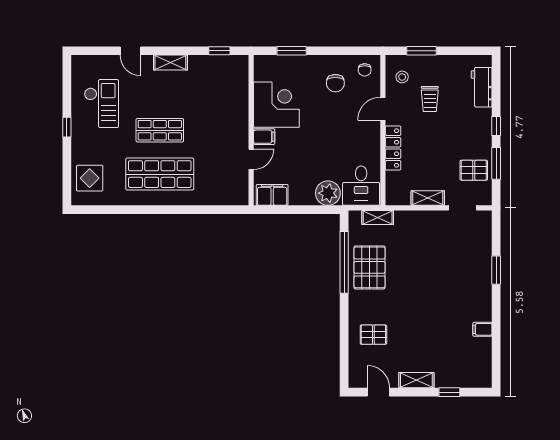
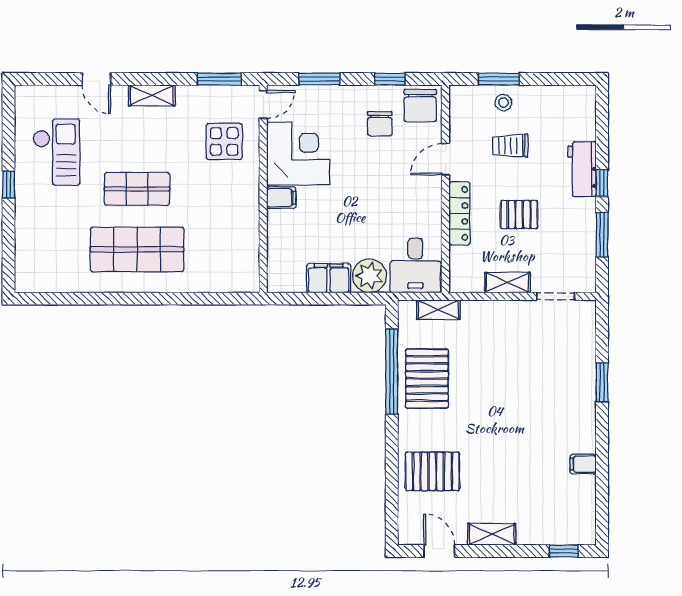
window: (219, 51) -> (219, 79), width x1.50
window: (343, 51) -> (390, 79), added
chair: (365, 70) -> (420, 106), width x1.87, depth x1.87
stool: (402, 77) -> (504, 103), moved
workbench: (482, 87) -> (582, 169), moved
trolley: (430, 99) -> (510, 146), turned 90
door: (251, 159) -> (263, 105), moved
pallet: (474, 170) -> (519, 215), moved
display table: (90, 178) -> (224, 141), moved
filing cabinet: (272, 195) -> (329, 278), moved
pallet: (373, 335) -> (432, 471), width x1.50, depth x1.42
window: (449, 392) -> (564, 551), moved

